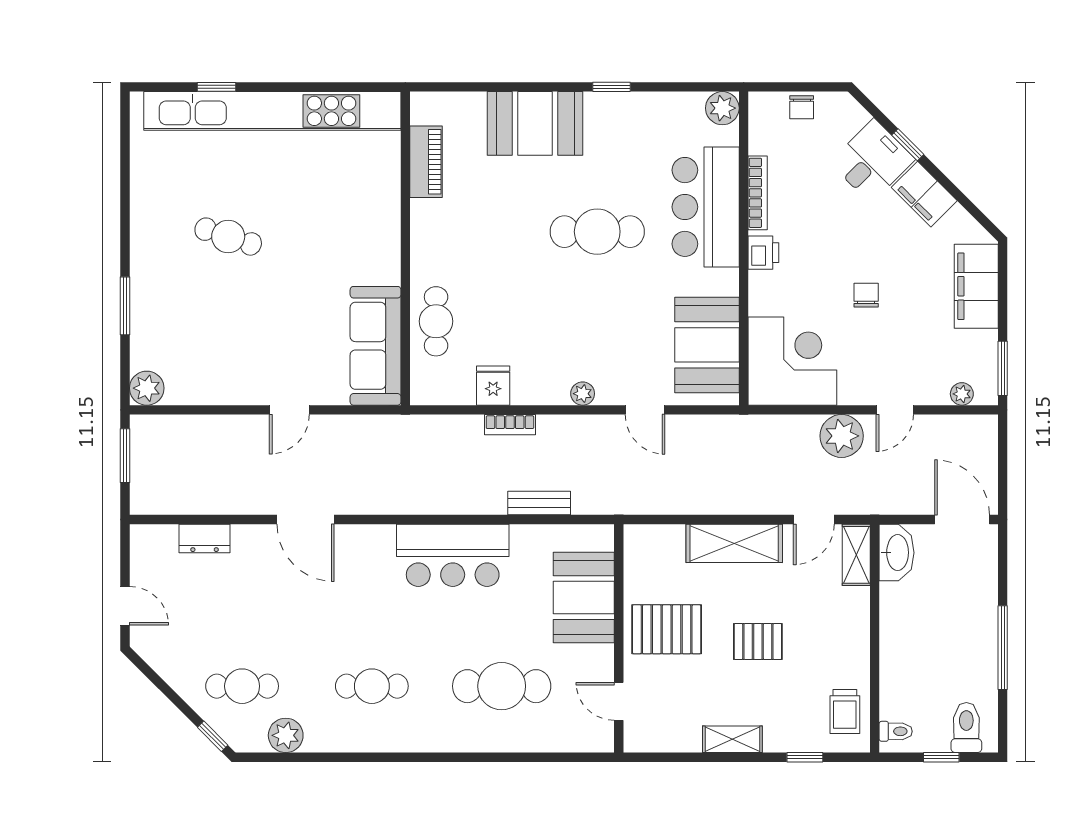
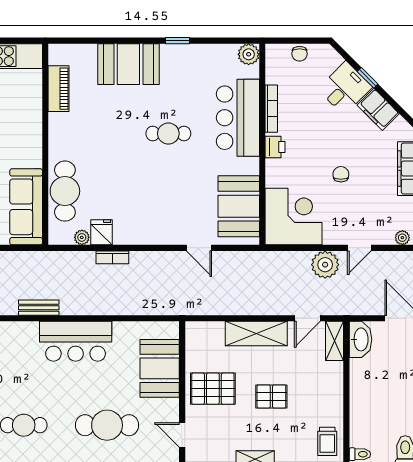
cafe table: (597, 232) -> (168, 134), width x0.73, depth x0.74
cafe table: (436, 321) -> (65, 191), width x1.37, depth x1.35
plant: (583, 394) -> (82, 237), moved
bench: (539, 503) -> (39, 308), moved

